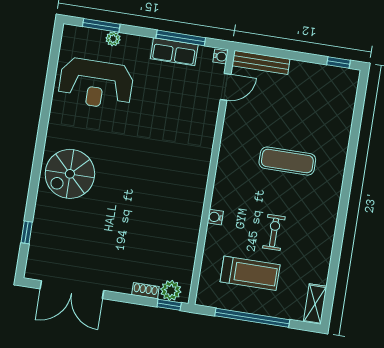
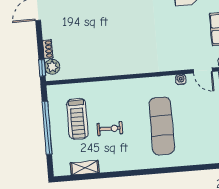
exercise mat: (287, 161) -> (162, 126), width x1.36, depth x1.45
water cooler: (215, 217) -> (181, 79), moved
shelving: (315, 304) -> (85, 168), moved

